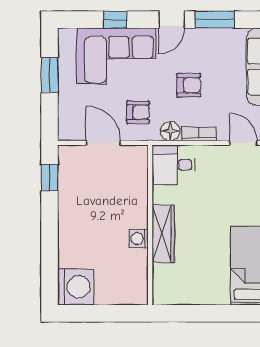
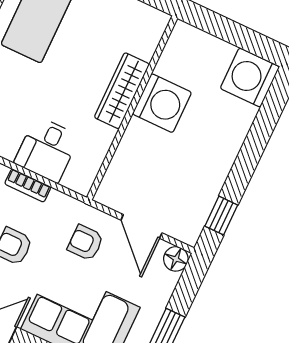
floor lamp: (170, 131) -> (176, 259), moved
desk: (174, 165) -> (47, 149), moved, turned 90
washing machine: (139, 239) -> (162, 103), width x1.89, depth x1.89

